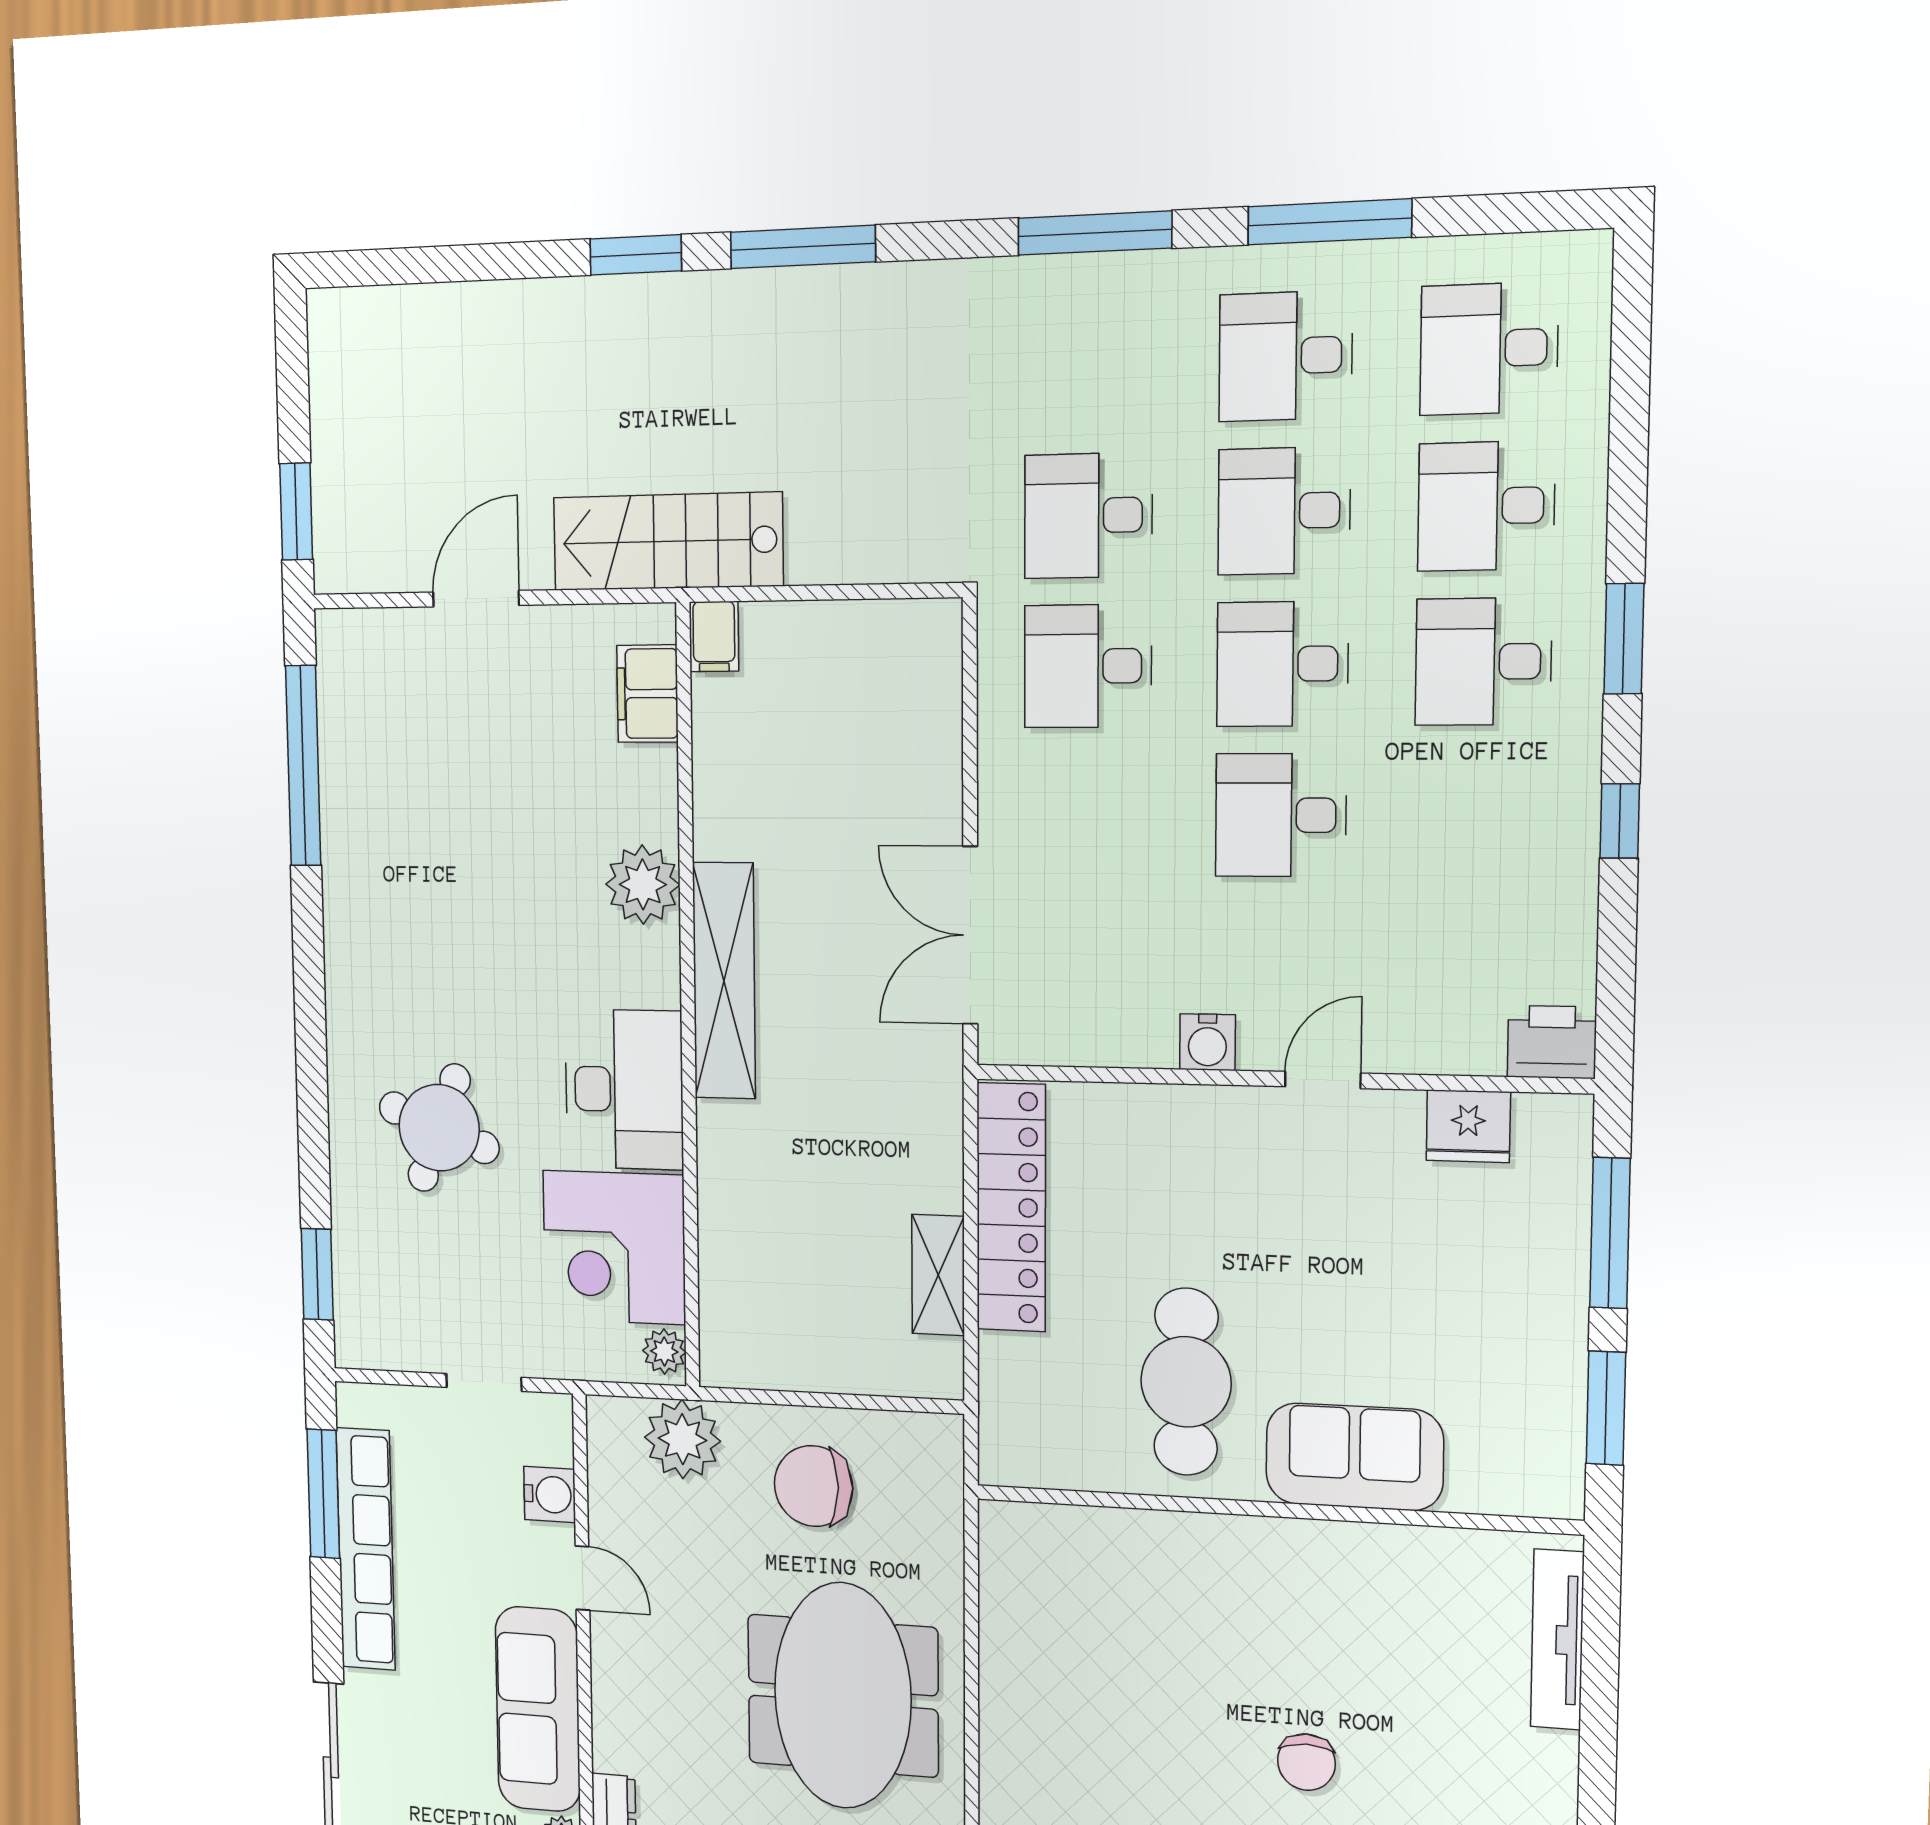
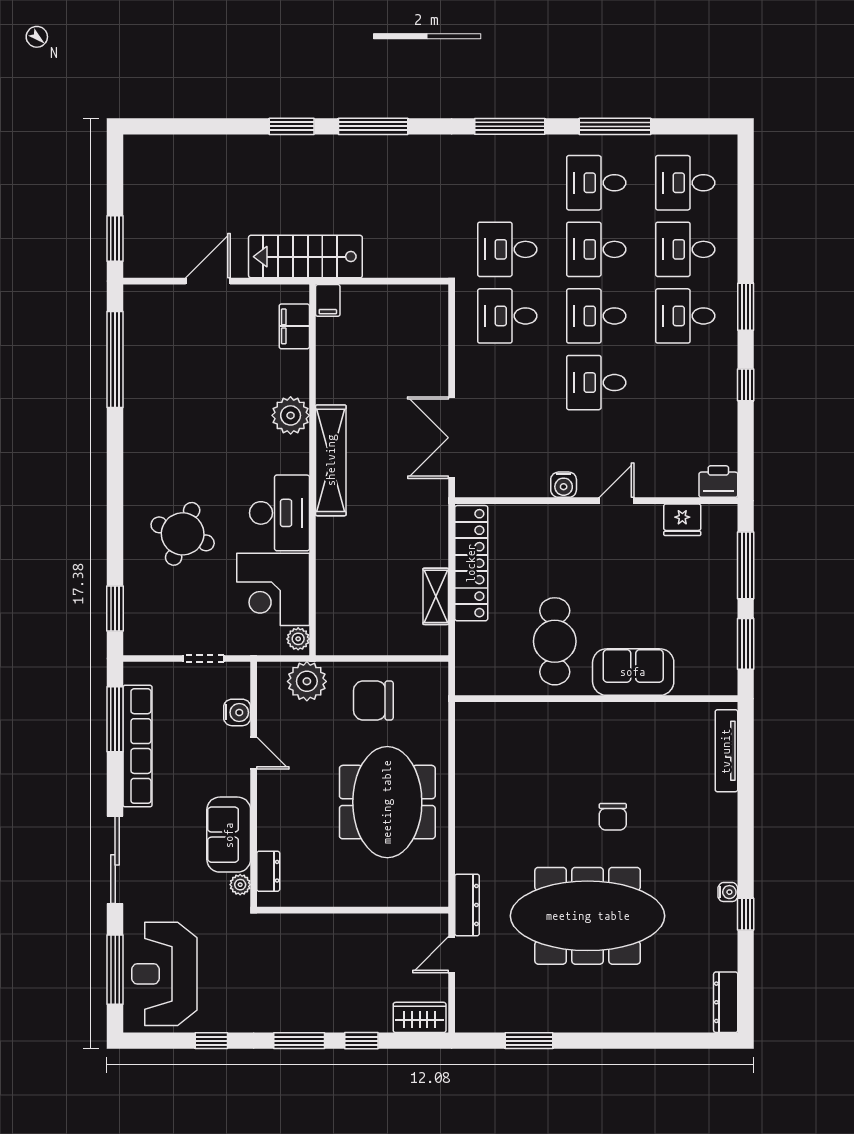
sofa: (538, 1709) -> (229, 835), width x0.73

